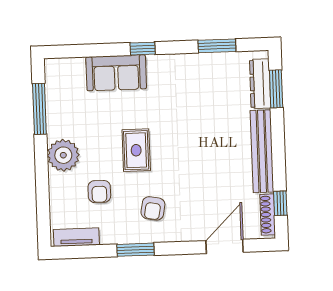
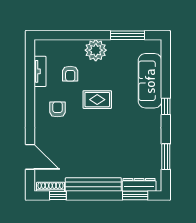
sofa: (116, 73) -> (150, 81), width x1.36
armchair: (99, 192) -> (70, 74), turned -90
armchair: (153, 208) -> (58, 109), turned 79
tv unit: (76, 237) -> (40, 71), moved
window: (135, 250) -> (30, 97), removed

